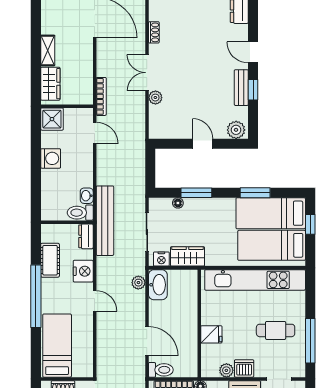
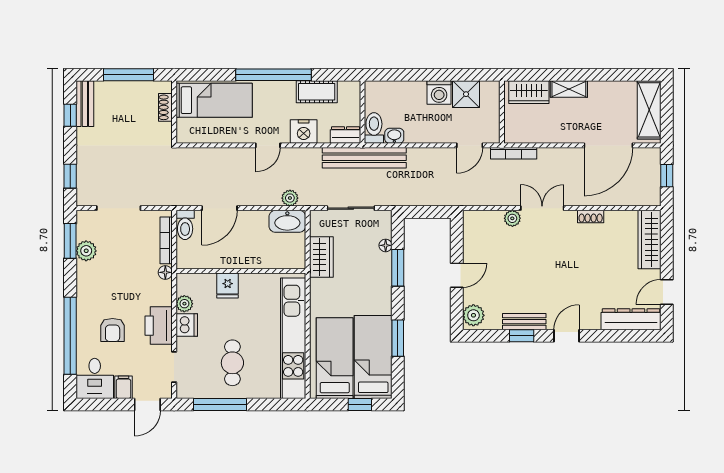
shower: (52, 119) -> (466, 94), moved
nightstand: (161, 259) -> (318, 226), removed

